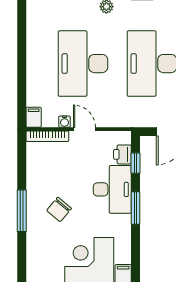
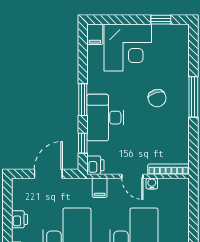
filing cabinet: (34, 117) -> (100, 188), moved
printer: (122, 154) -> (95, 165), moved
chair: (59, 209) -> (157, 98), turned 122

